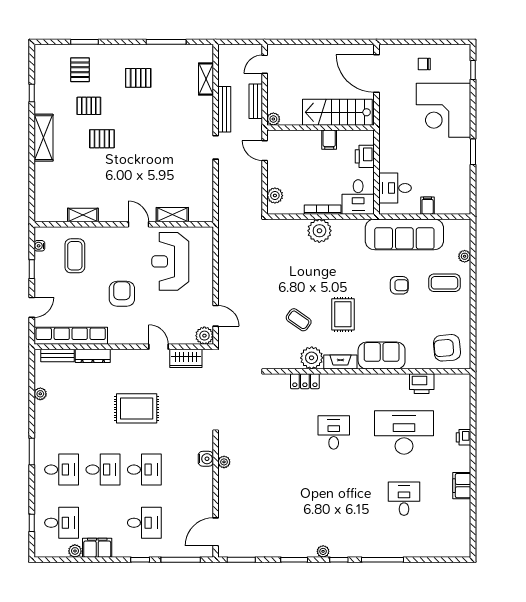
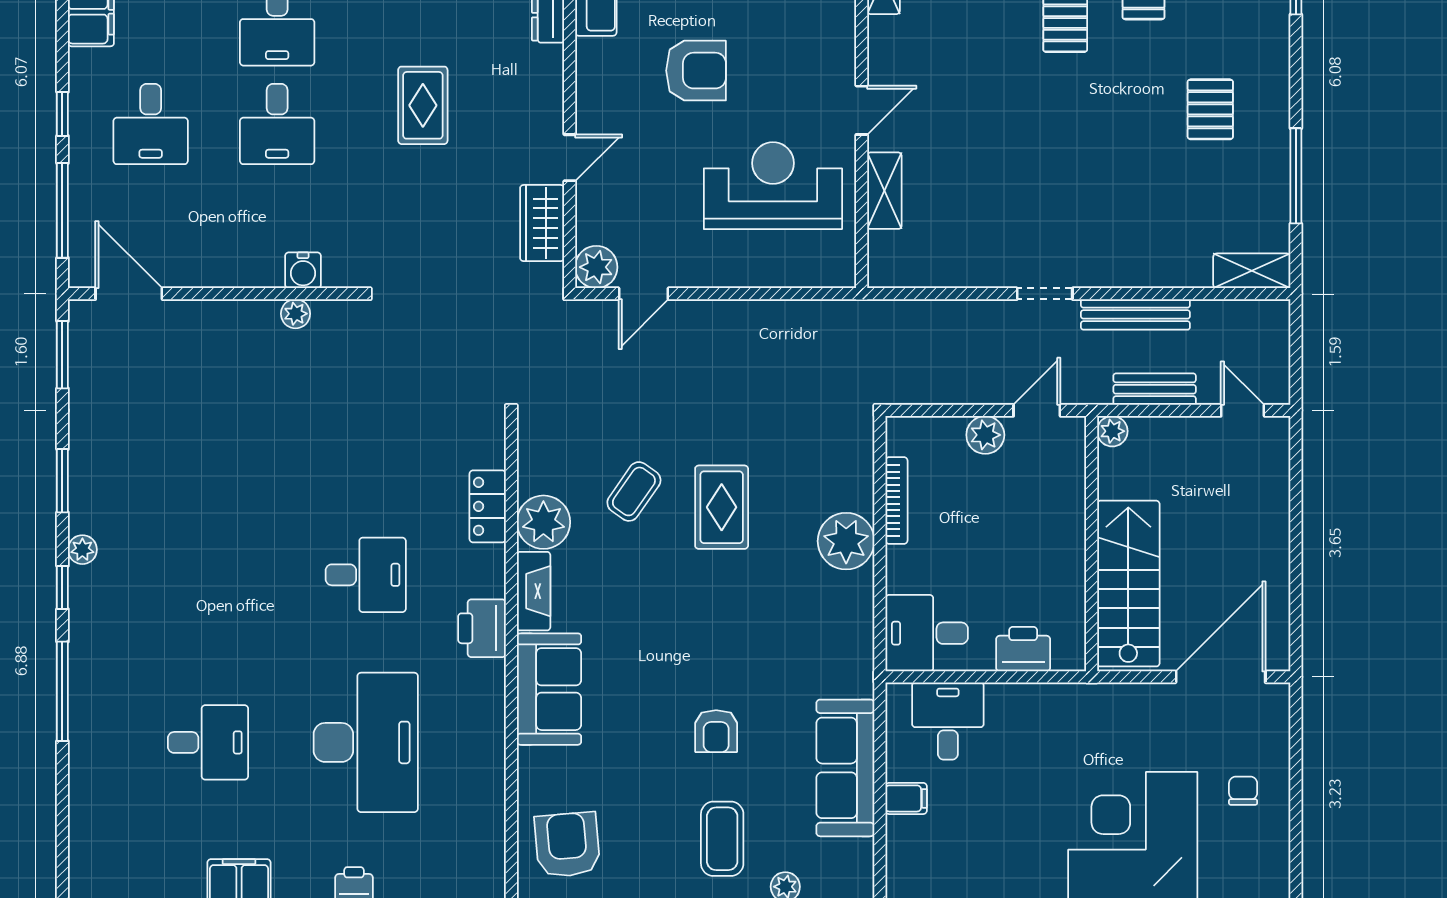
shelving: (206, 79) -> (1252, 271), moved
filing cabinet: (329, 140) -> (1063, 564), removed
plant: (275, 196) -> (985, 435), moved
bookcase: (323, 210) -> (896, 501), moved
sofa: (404, 234) -> (845, 768), width x0.74, depth x0.79
rug: (343, 314) -> (722, 507), moved, turned 90
printer: (422, 384) -> (482, 628), moved
rug: (137, 408) -> (423, 105), width x0.73, depth x0.70

